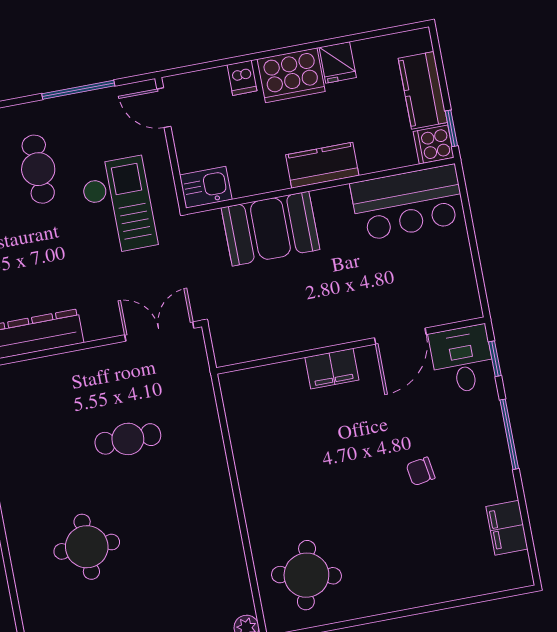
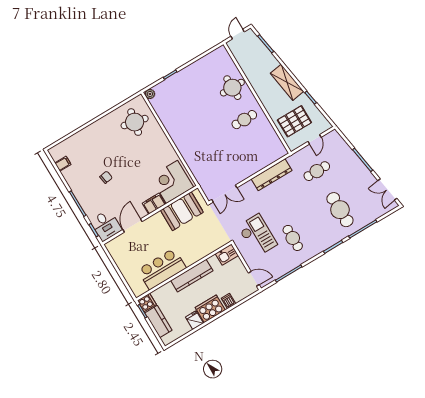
kitchen counter: (322, 165) -> (192, 276), width x1.50
bar counter: (408, 203) -> (162, 269), moved
checkout: (118, 206) -> (257, 235), turned 180
booth: (270, 229) -> (182, 211), moved
corner desk: (271, 404) -> (172, 182), added
cafe table: (128, 439) -> (244, 120), moved
filing cabinet: (507, 528) -> (63, 164), width x0.50
round table: (87, 547) -> (232, 88), moved

